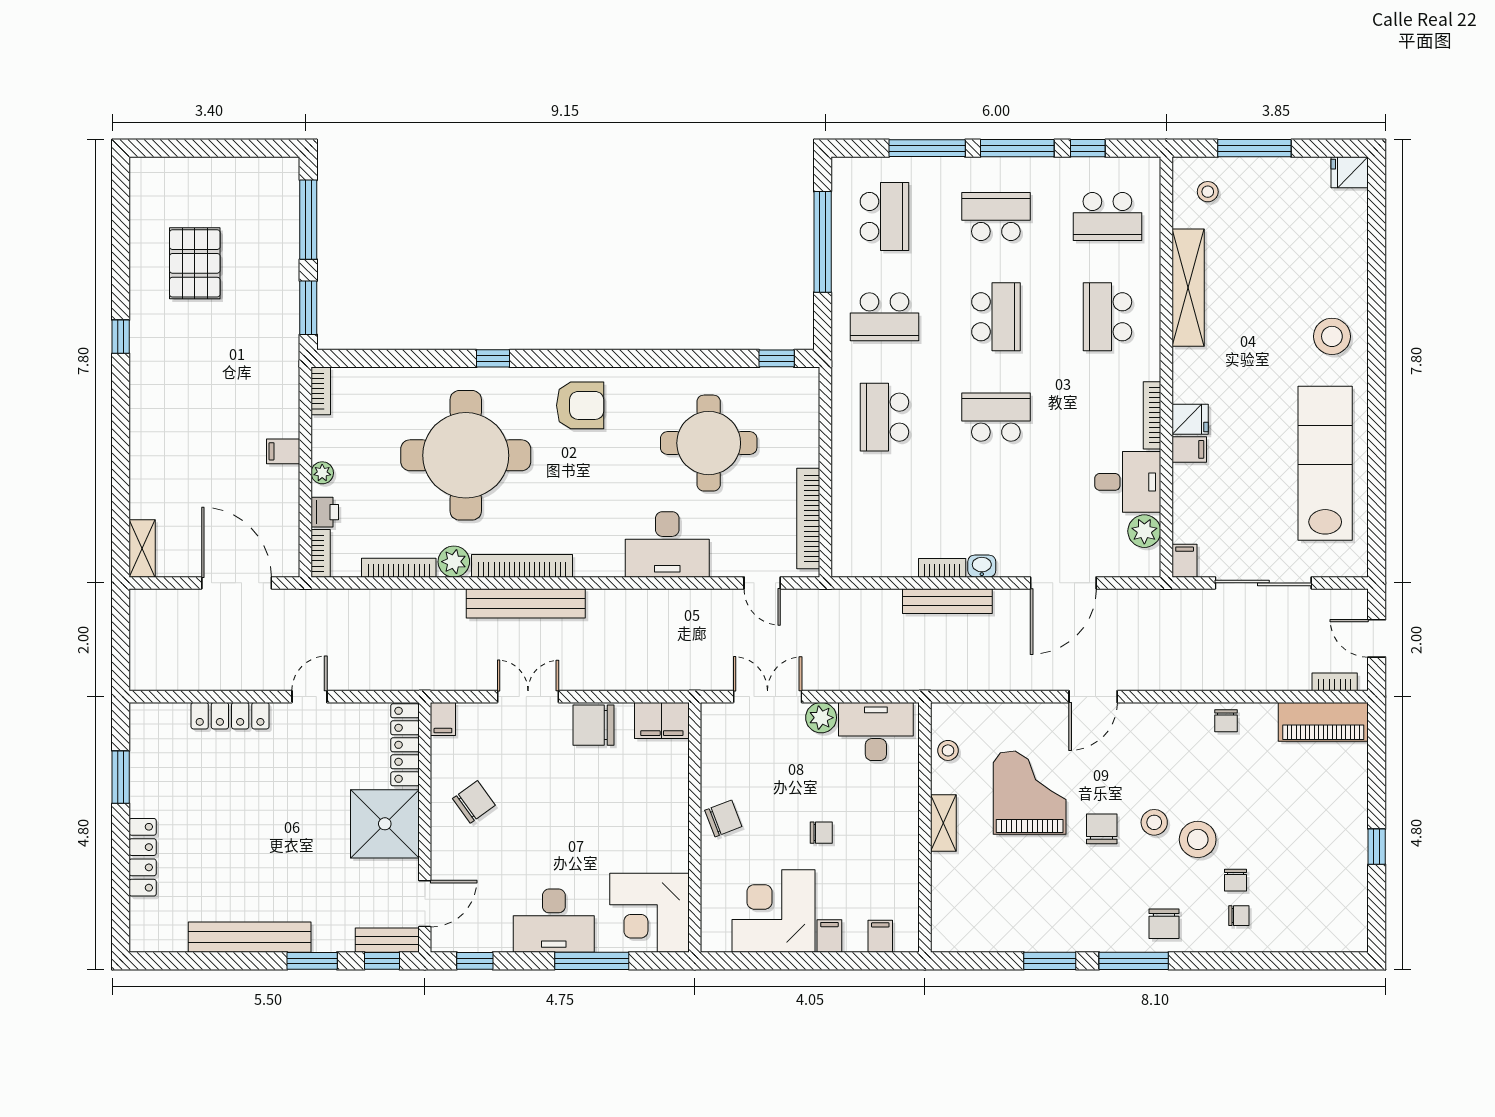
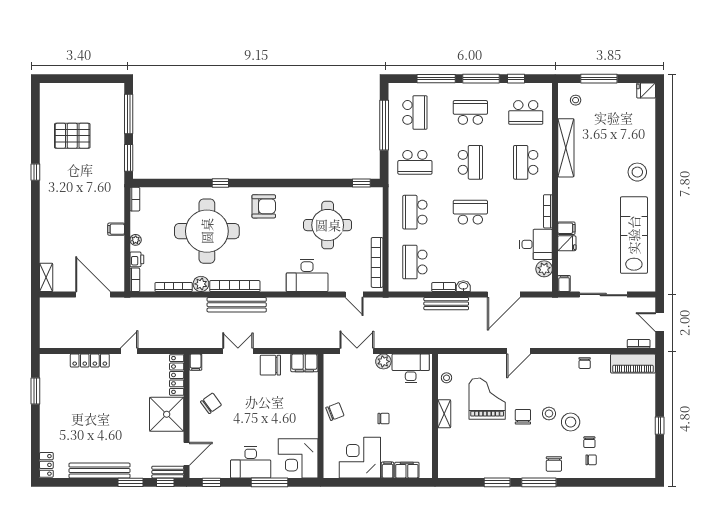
pallet: (195, 263) -> (72, 136), turned 90
fridge: (1190, 419) -> (567, 243), moved
school desk: (884, 517) -> (415, 262), added
locker: (143, 857) -> (46, 465), moved, width x0.66
filing cabinet: (880, 936) -> (407, 470), width x2.00

